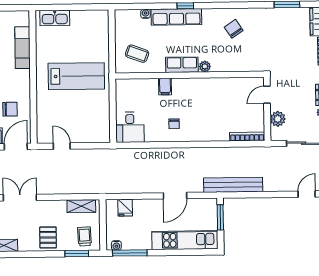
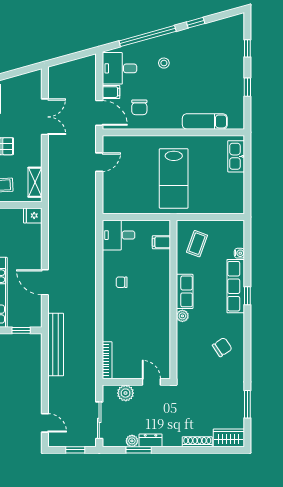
filing cabinet: (165, 87) -> (161, 242), moved
fridge: (125, 208) -> (33, 215), moved
window: (220, 217) -> (21, 330), width x0.67

